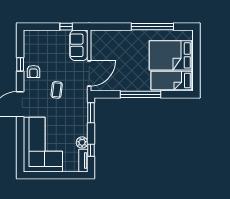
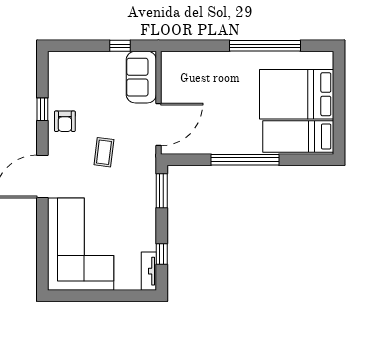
plant: (82, 142) -> (147, 241), removed

